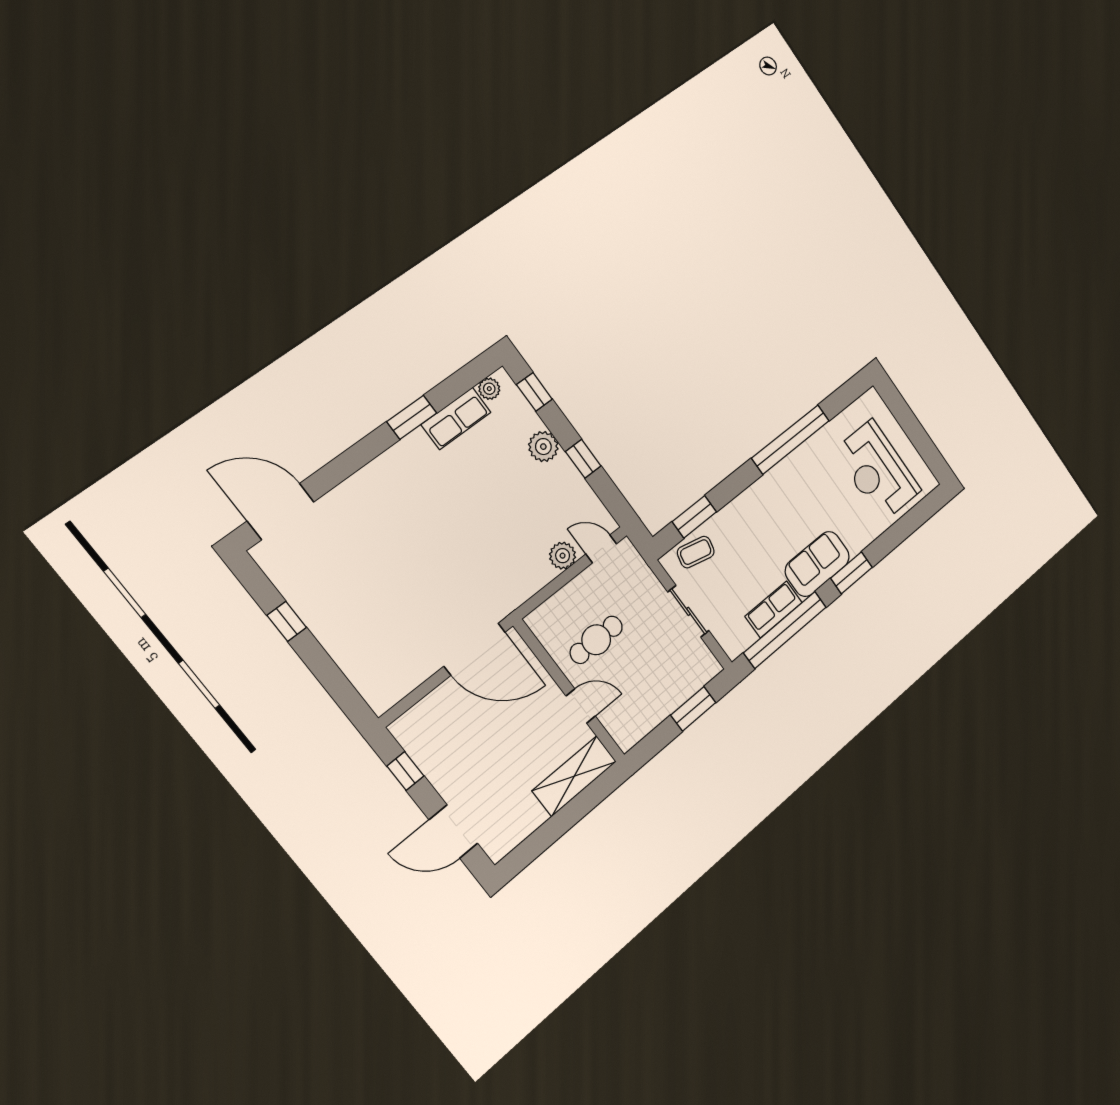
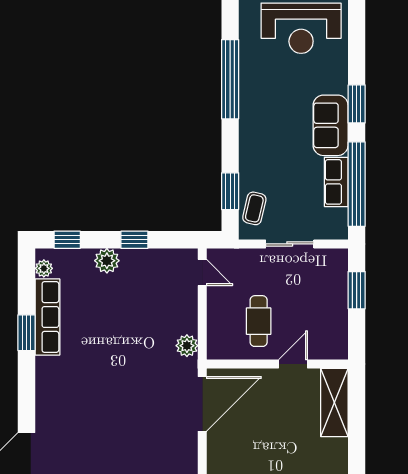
row of seats: (456, 418) -> (47, 317), width x1.48
door: (601, 549) -> (202, 272), swing flipped
plant: (563, 556) -> (187, 346), moved

